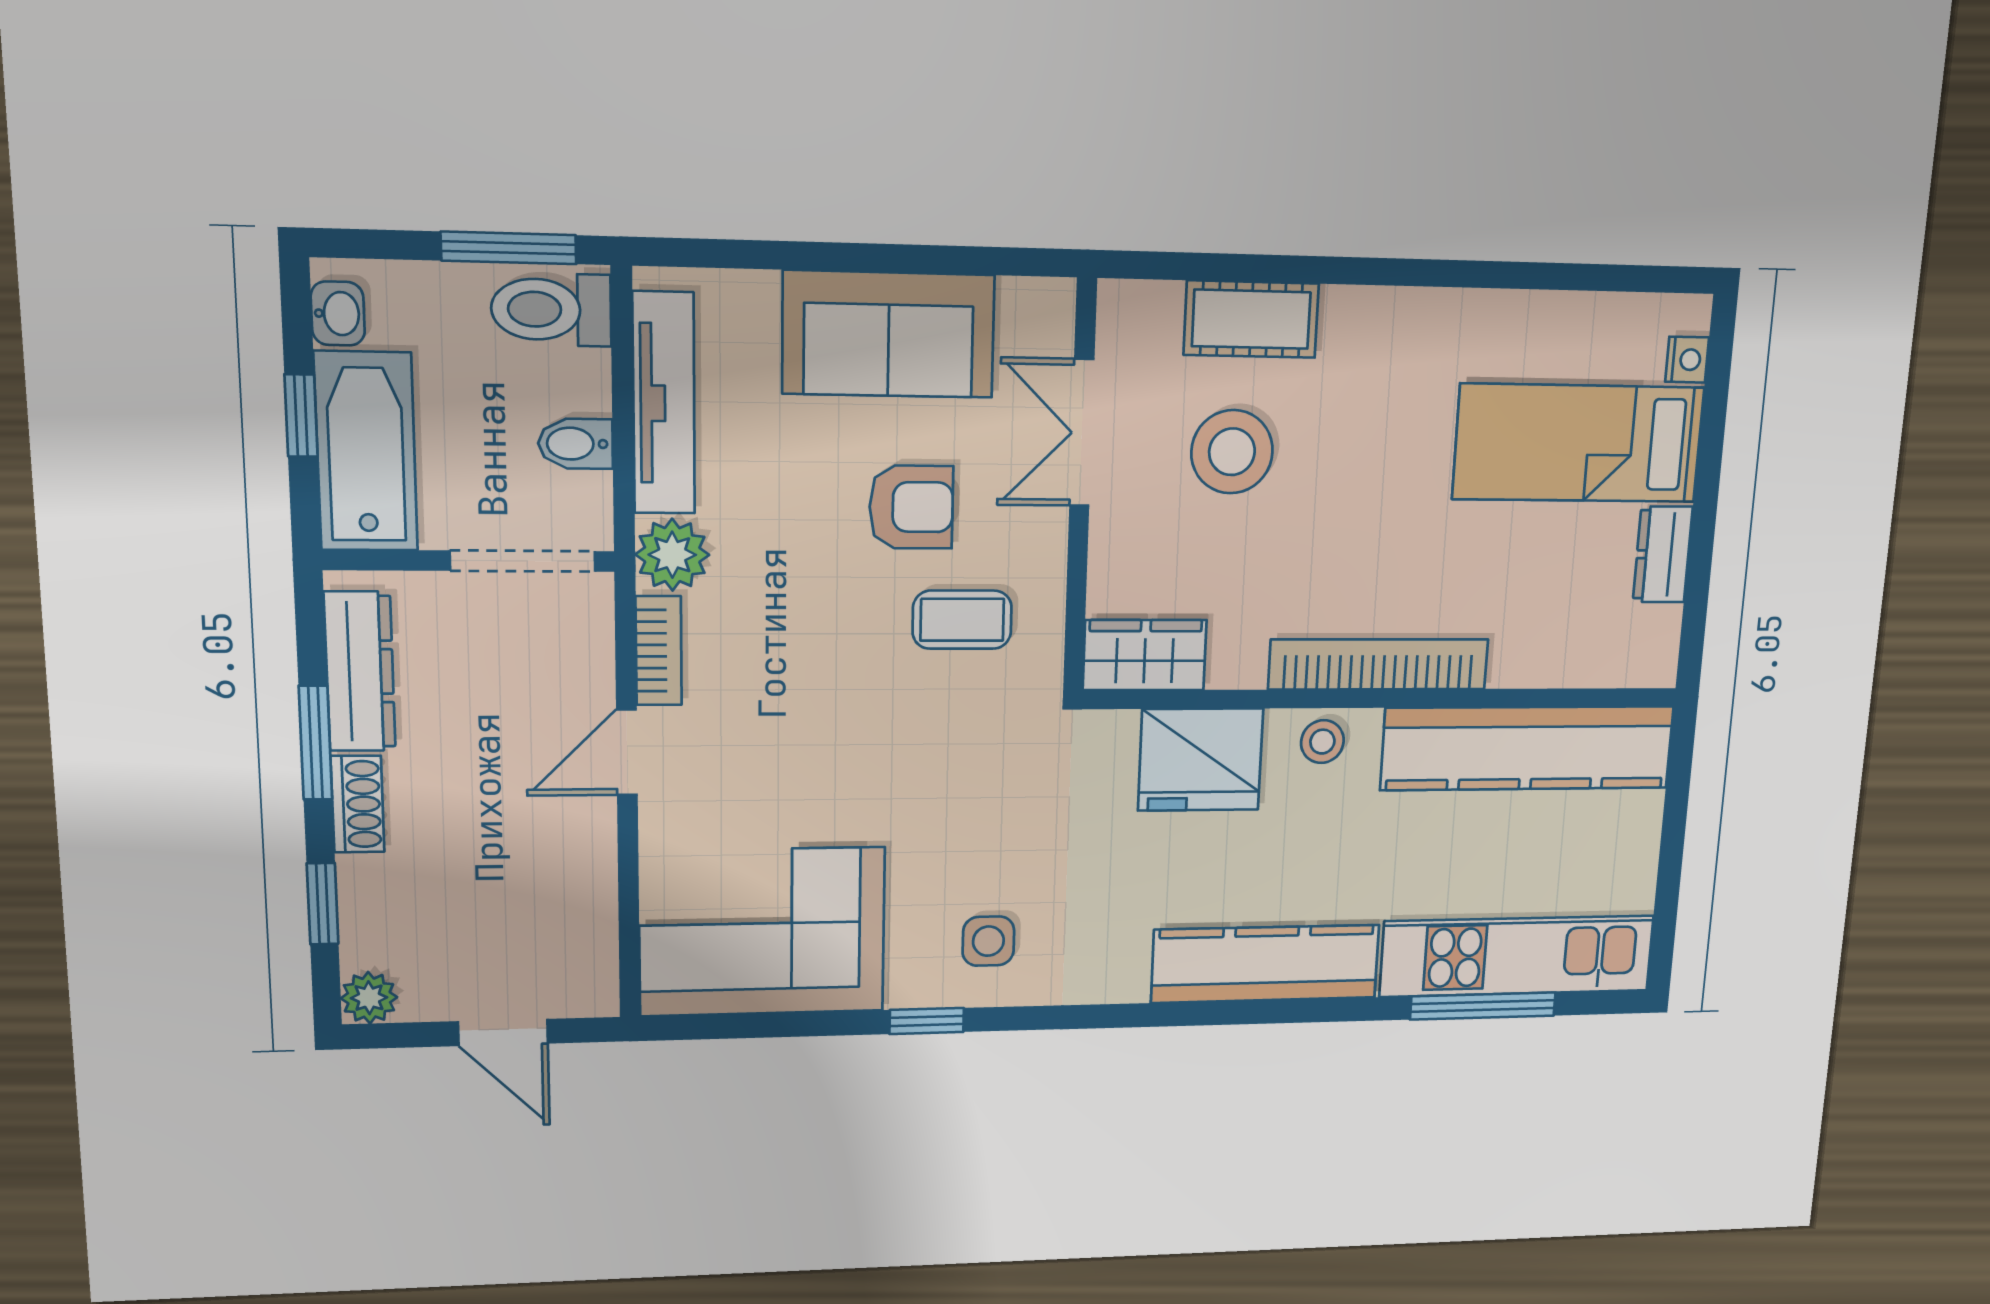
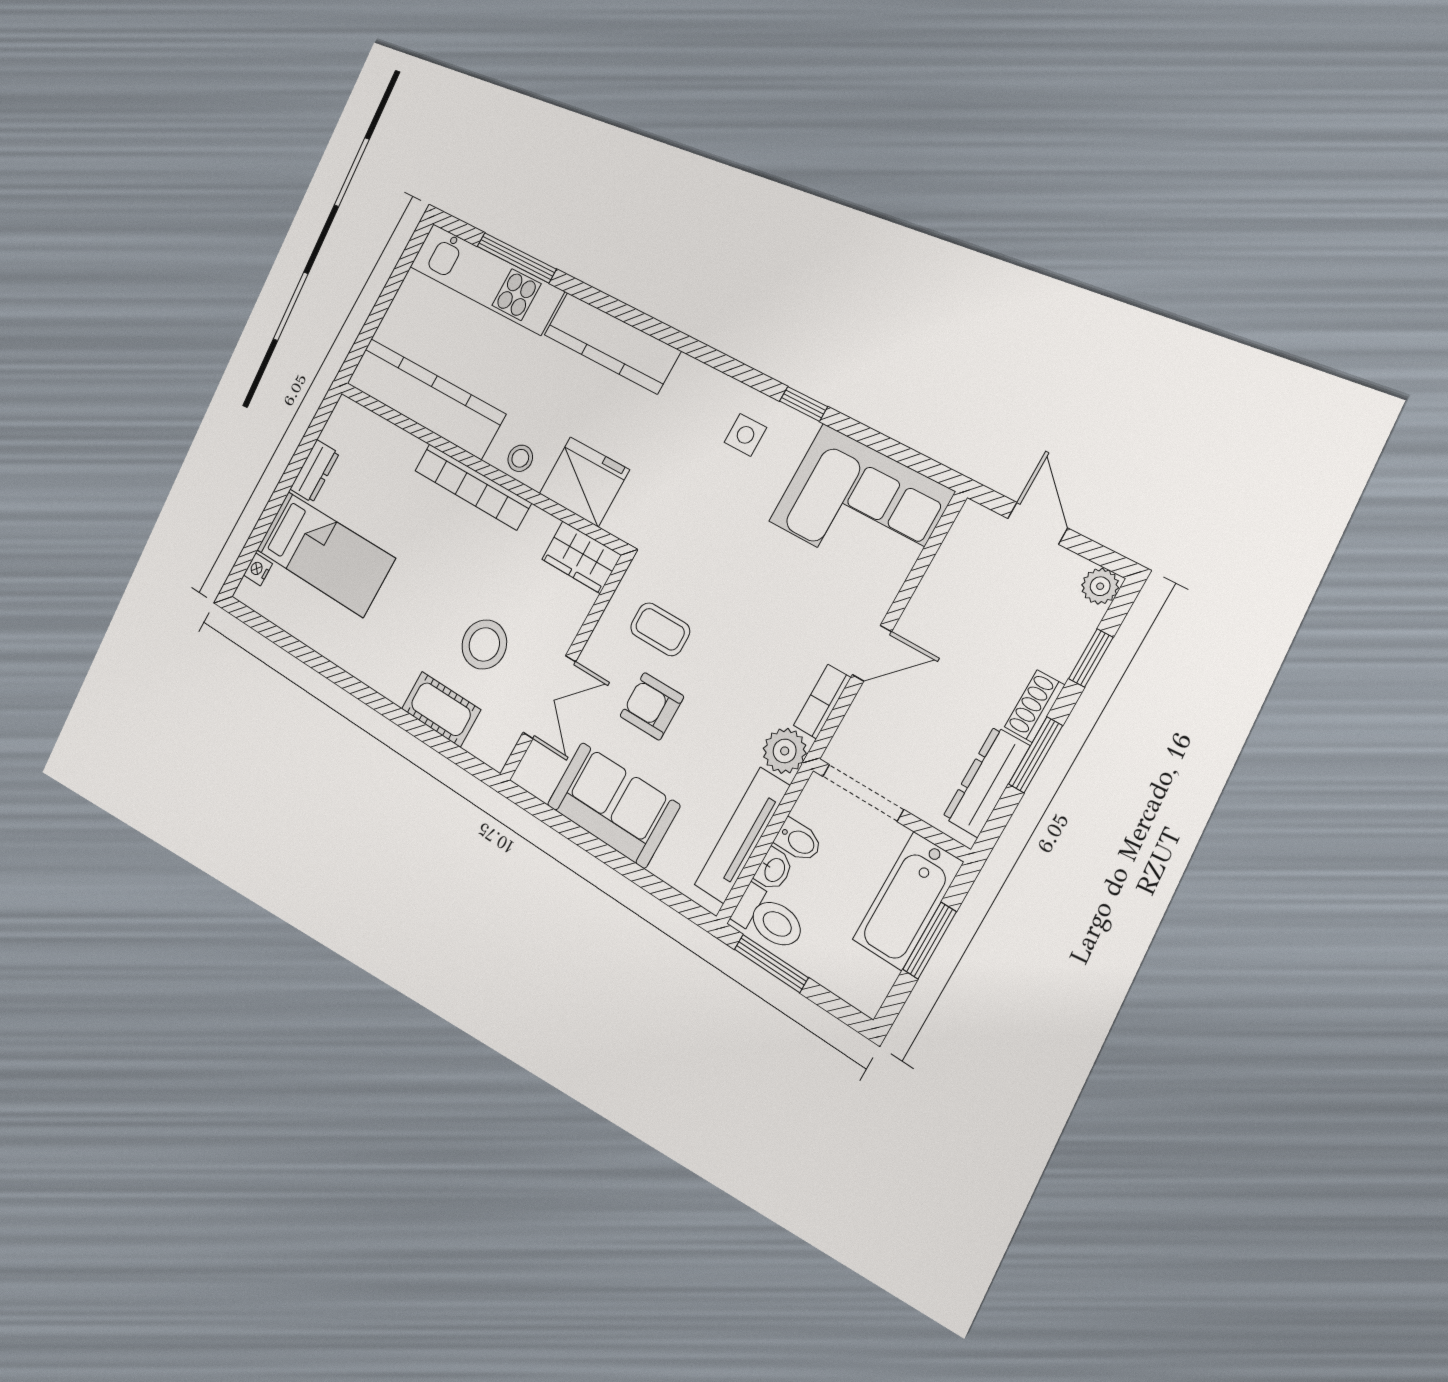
washbasin: (338, 314) -> (774, 870), moved, turned 180
window: (301, 416) -> (929, 941), width x1.50

